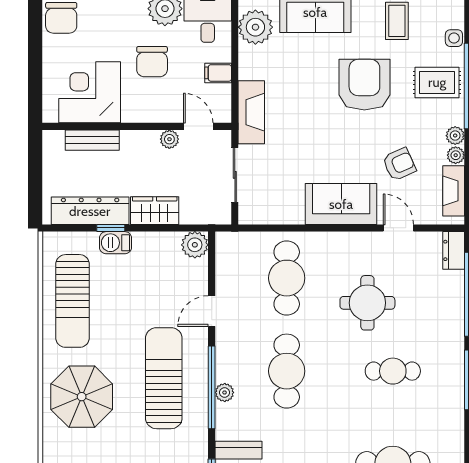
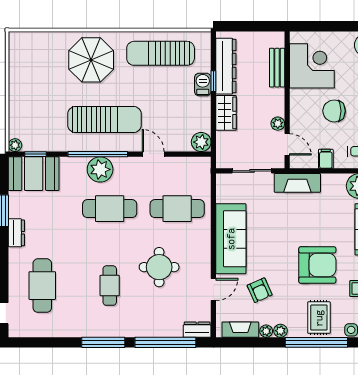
door: (198, 126) -> (287, 144), hinge flipped
sofa: (341, 204) -> (231, 239), width x1.36
plant: (225, 392) -> (100, 169), width x1.88, depth x1.88

